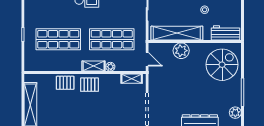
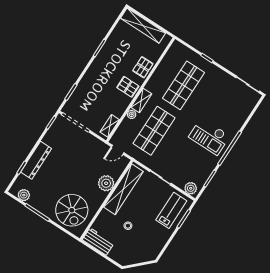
workbench: (225, 33) -> (98, 241), moved, turned -90
pallet: (89, 85) -> (128, 87), turned 90

